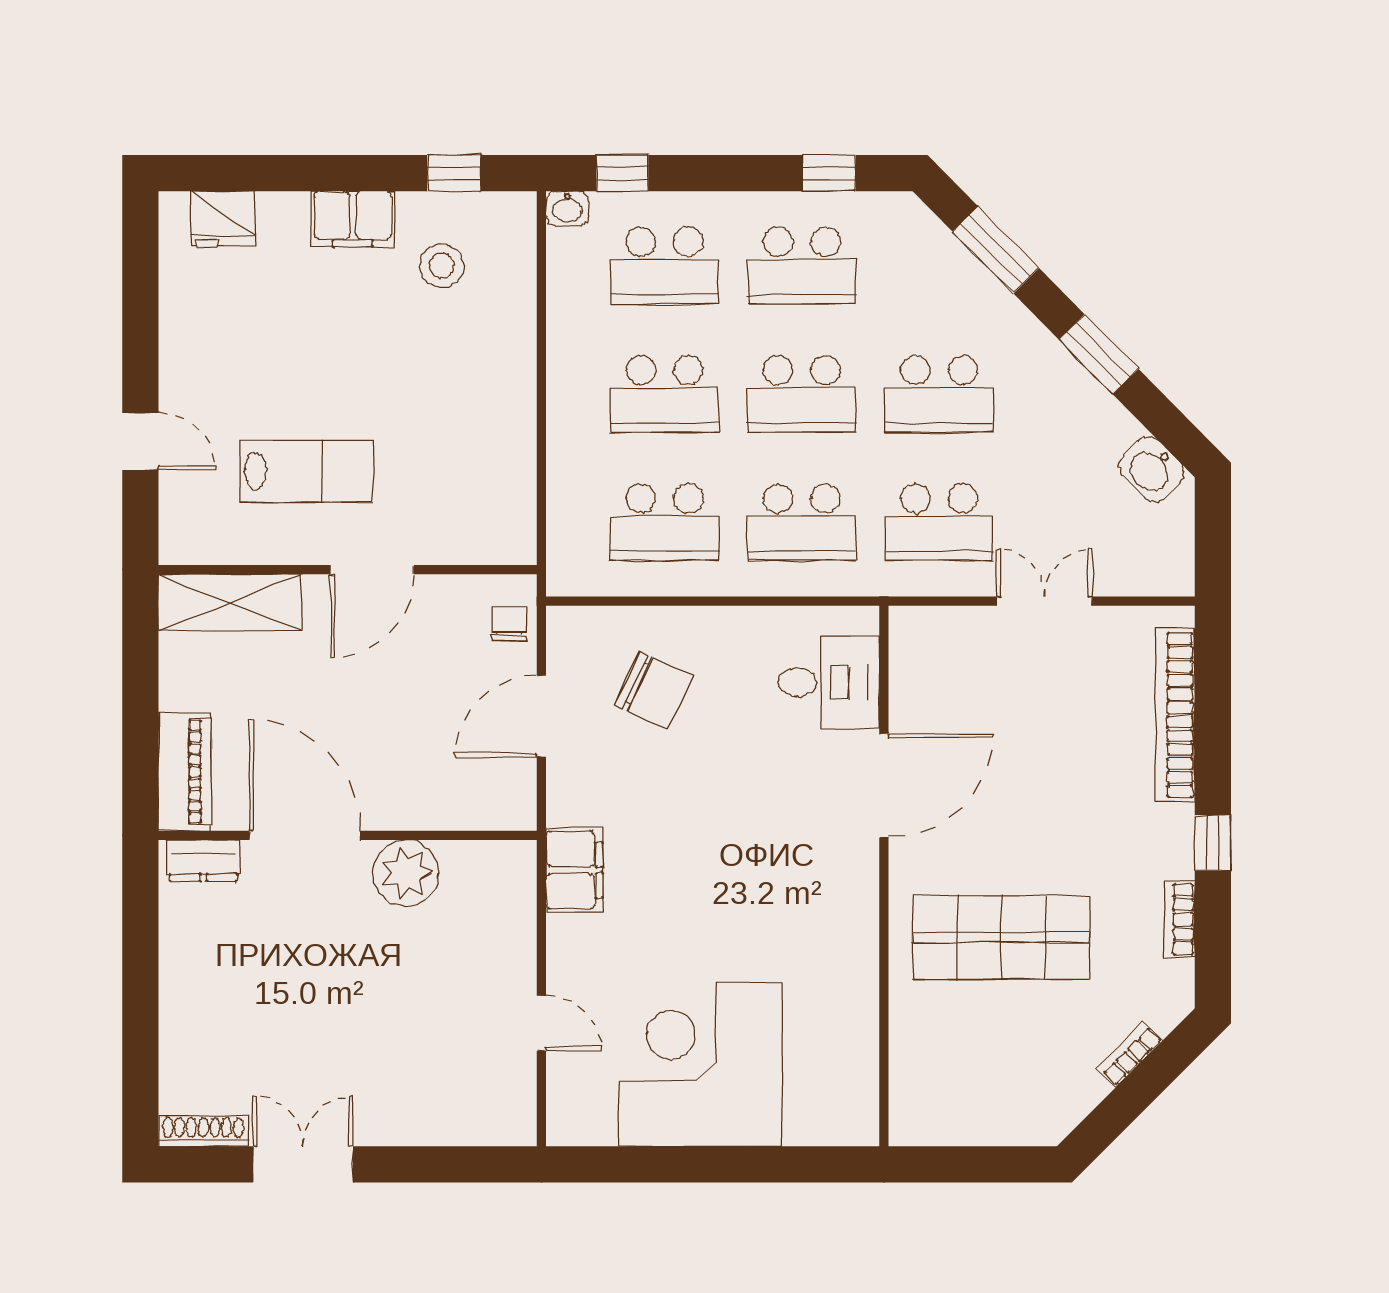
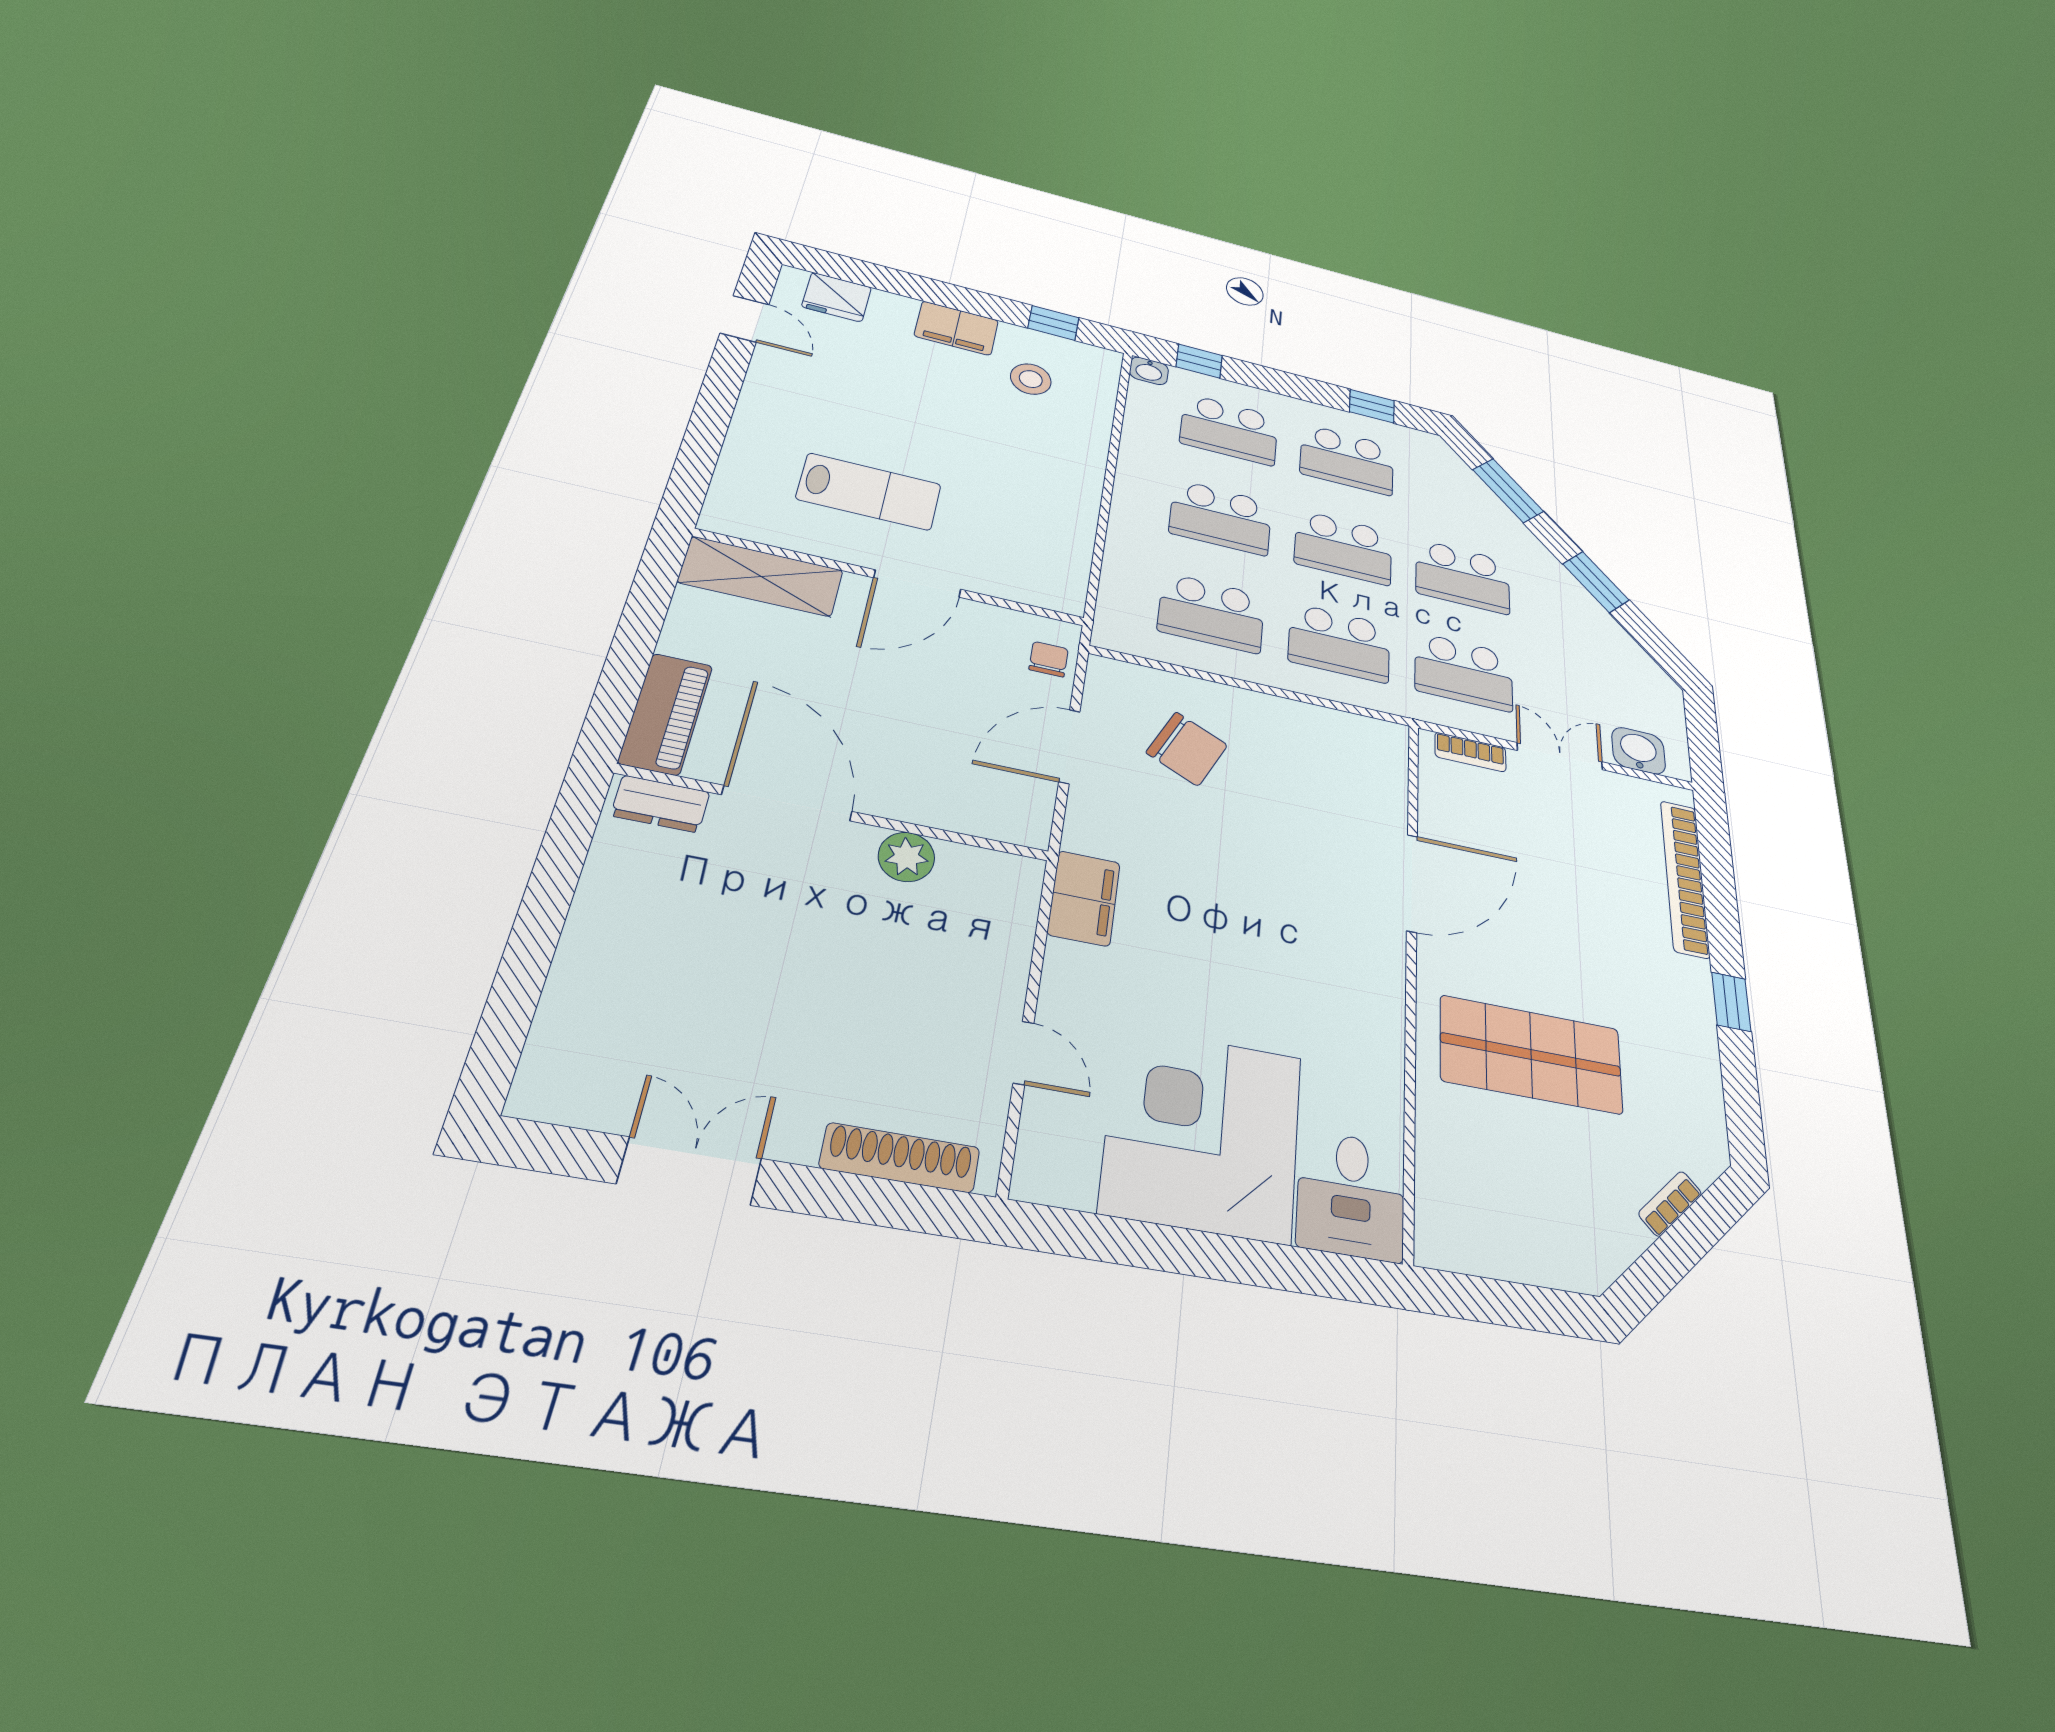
door: (140, 441) -> (745, 319), moved
washbasin: (1152, 469) -> (1639, 751), moved, turned 135
desk: (829, 682) -> (1351, 1195), moved, turned 90
plant: (406, 873) -> (906, 857), width x0.73, depth x0.73
bookcase: (1180, 919) -> (1470, 752), moved, turned -90
shoe rack: (203, 1131) -> (900, 1158), moved, width x1.36, depth x1.24

